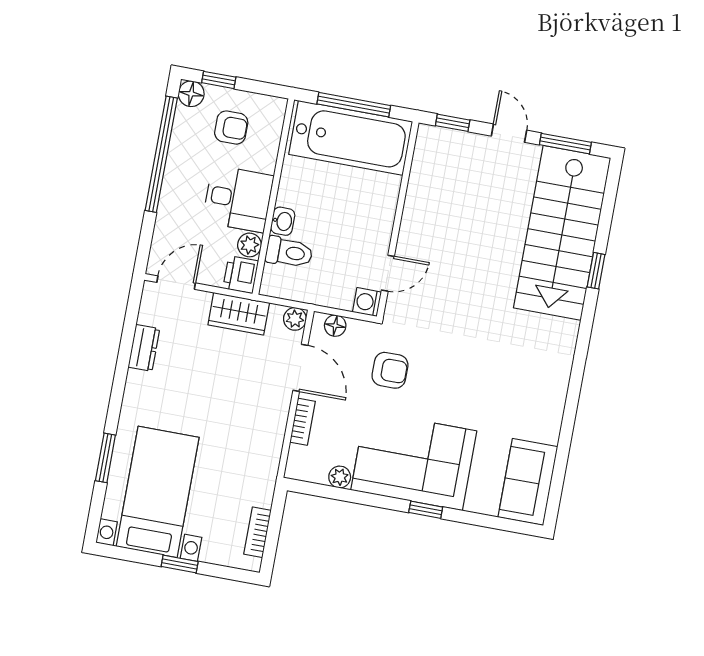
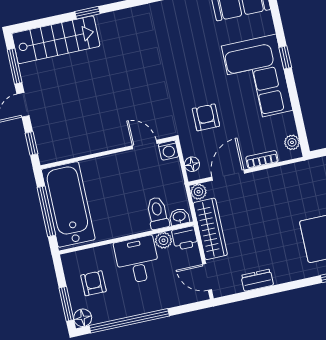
window: (219, 80) -> (66, 304), width x1.50
washbasin: (283, 221) -> (179, 217), moved
stairs: (562, 233) -> (56, 40), width x0.73, depth x0.66
wardrobe: (239, 314) -> (210, 229), width x1.50
plant: (340, 477) -> (292, 142), moved

